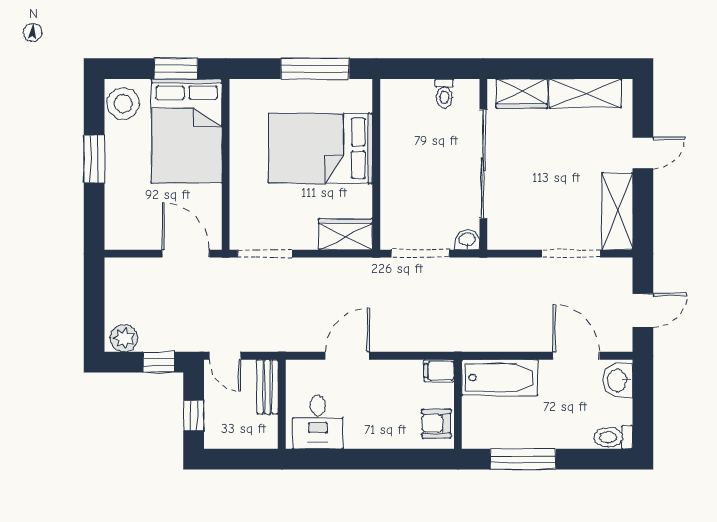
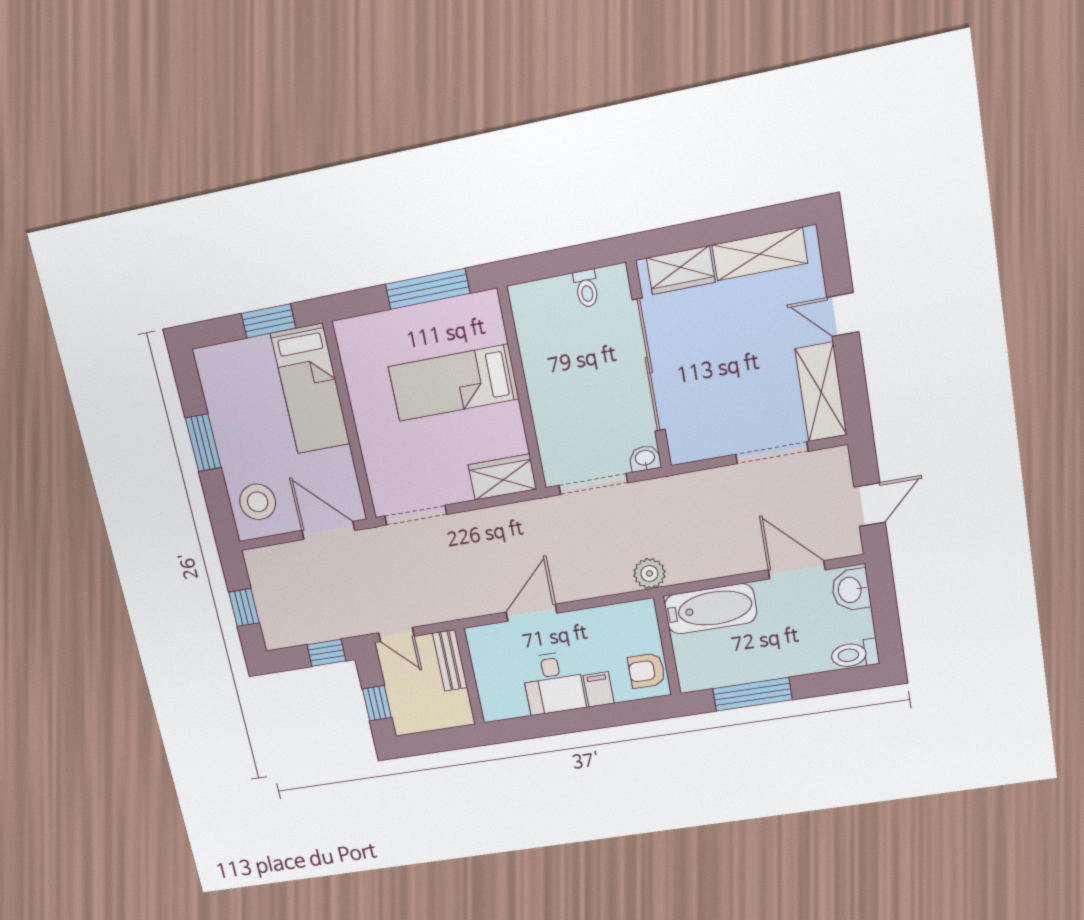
stool: (123, 103) -> (258, 502), moved
bed: (187, 131) -> (310, 389), width x0.67
bed: (320, 148) -> (453, 383), width x0.67
door: (643, 153) -> (843, 315), swing flipped
window: (94, 309) -> (244, 608), added
plant: (124, 338) -> (649, 573), moved
filing cabinet: (439, 371) -> (599, 689), moved, turned 90
desk: (318, 422) -> (553, 683), moved

